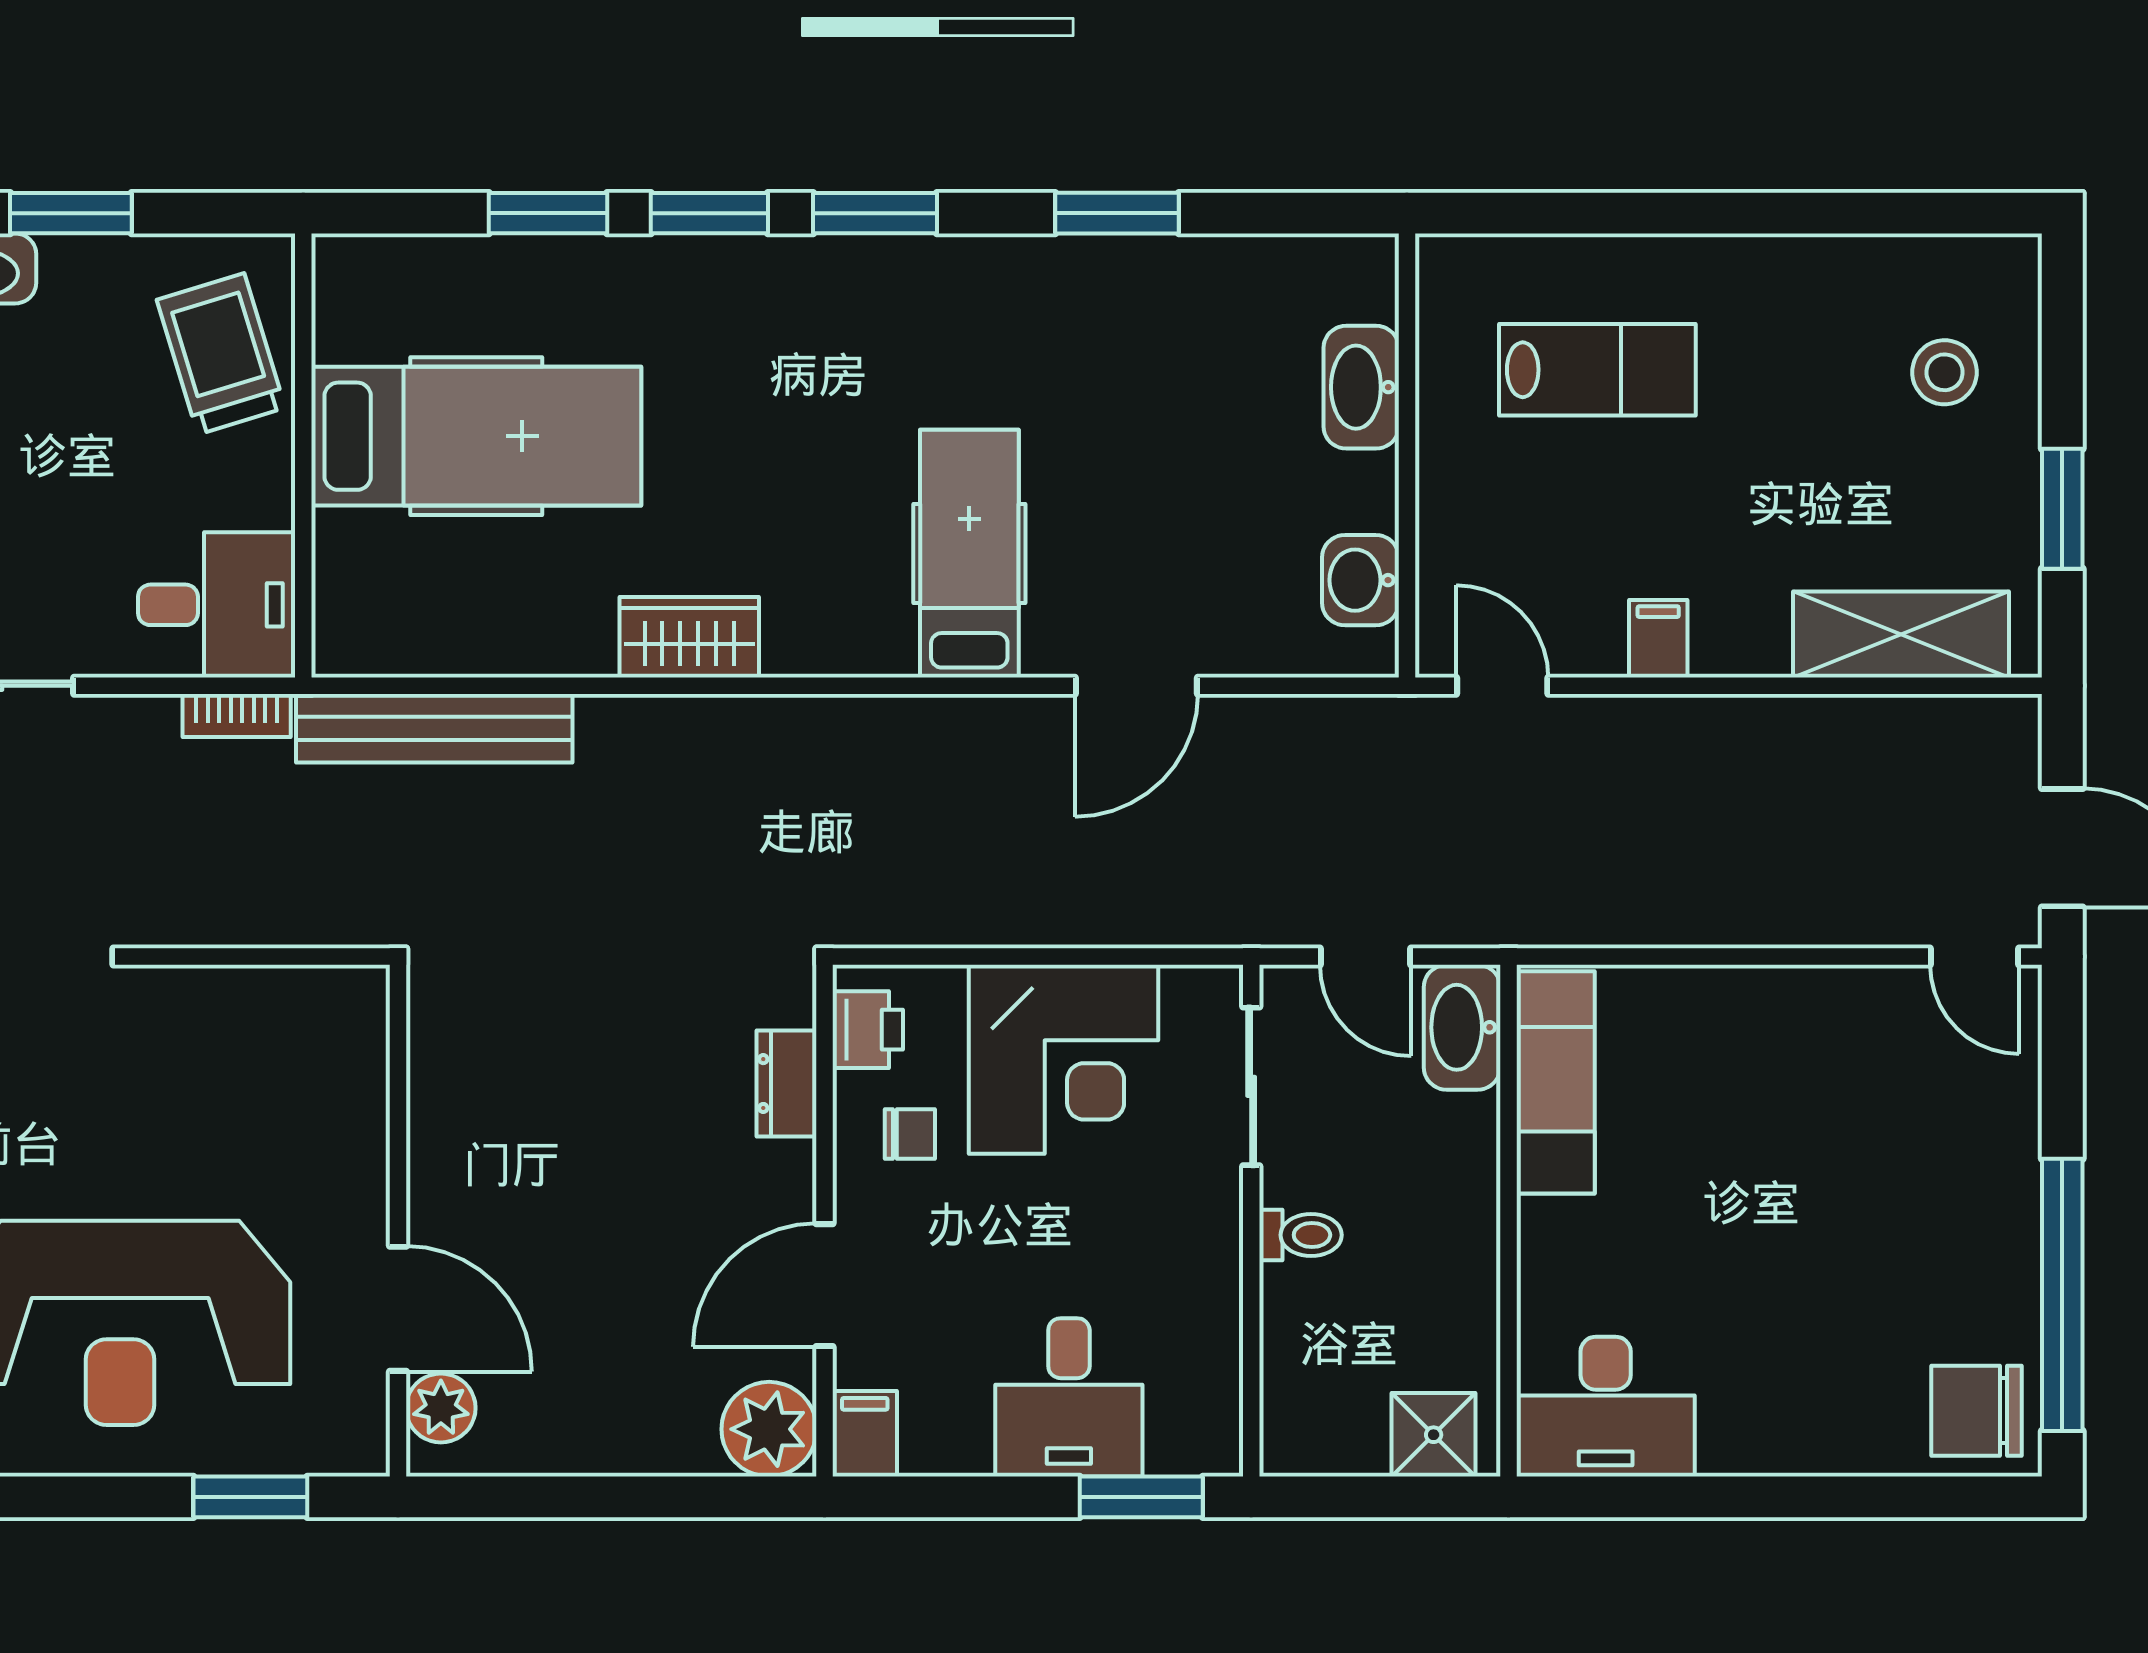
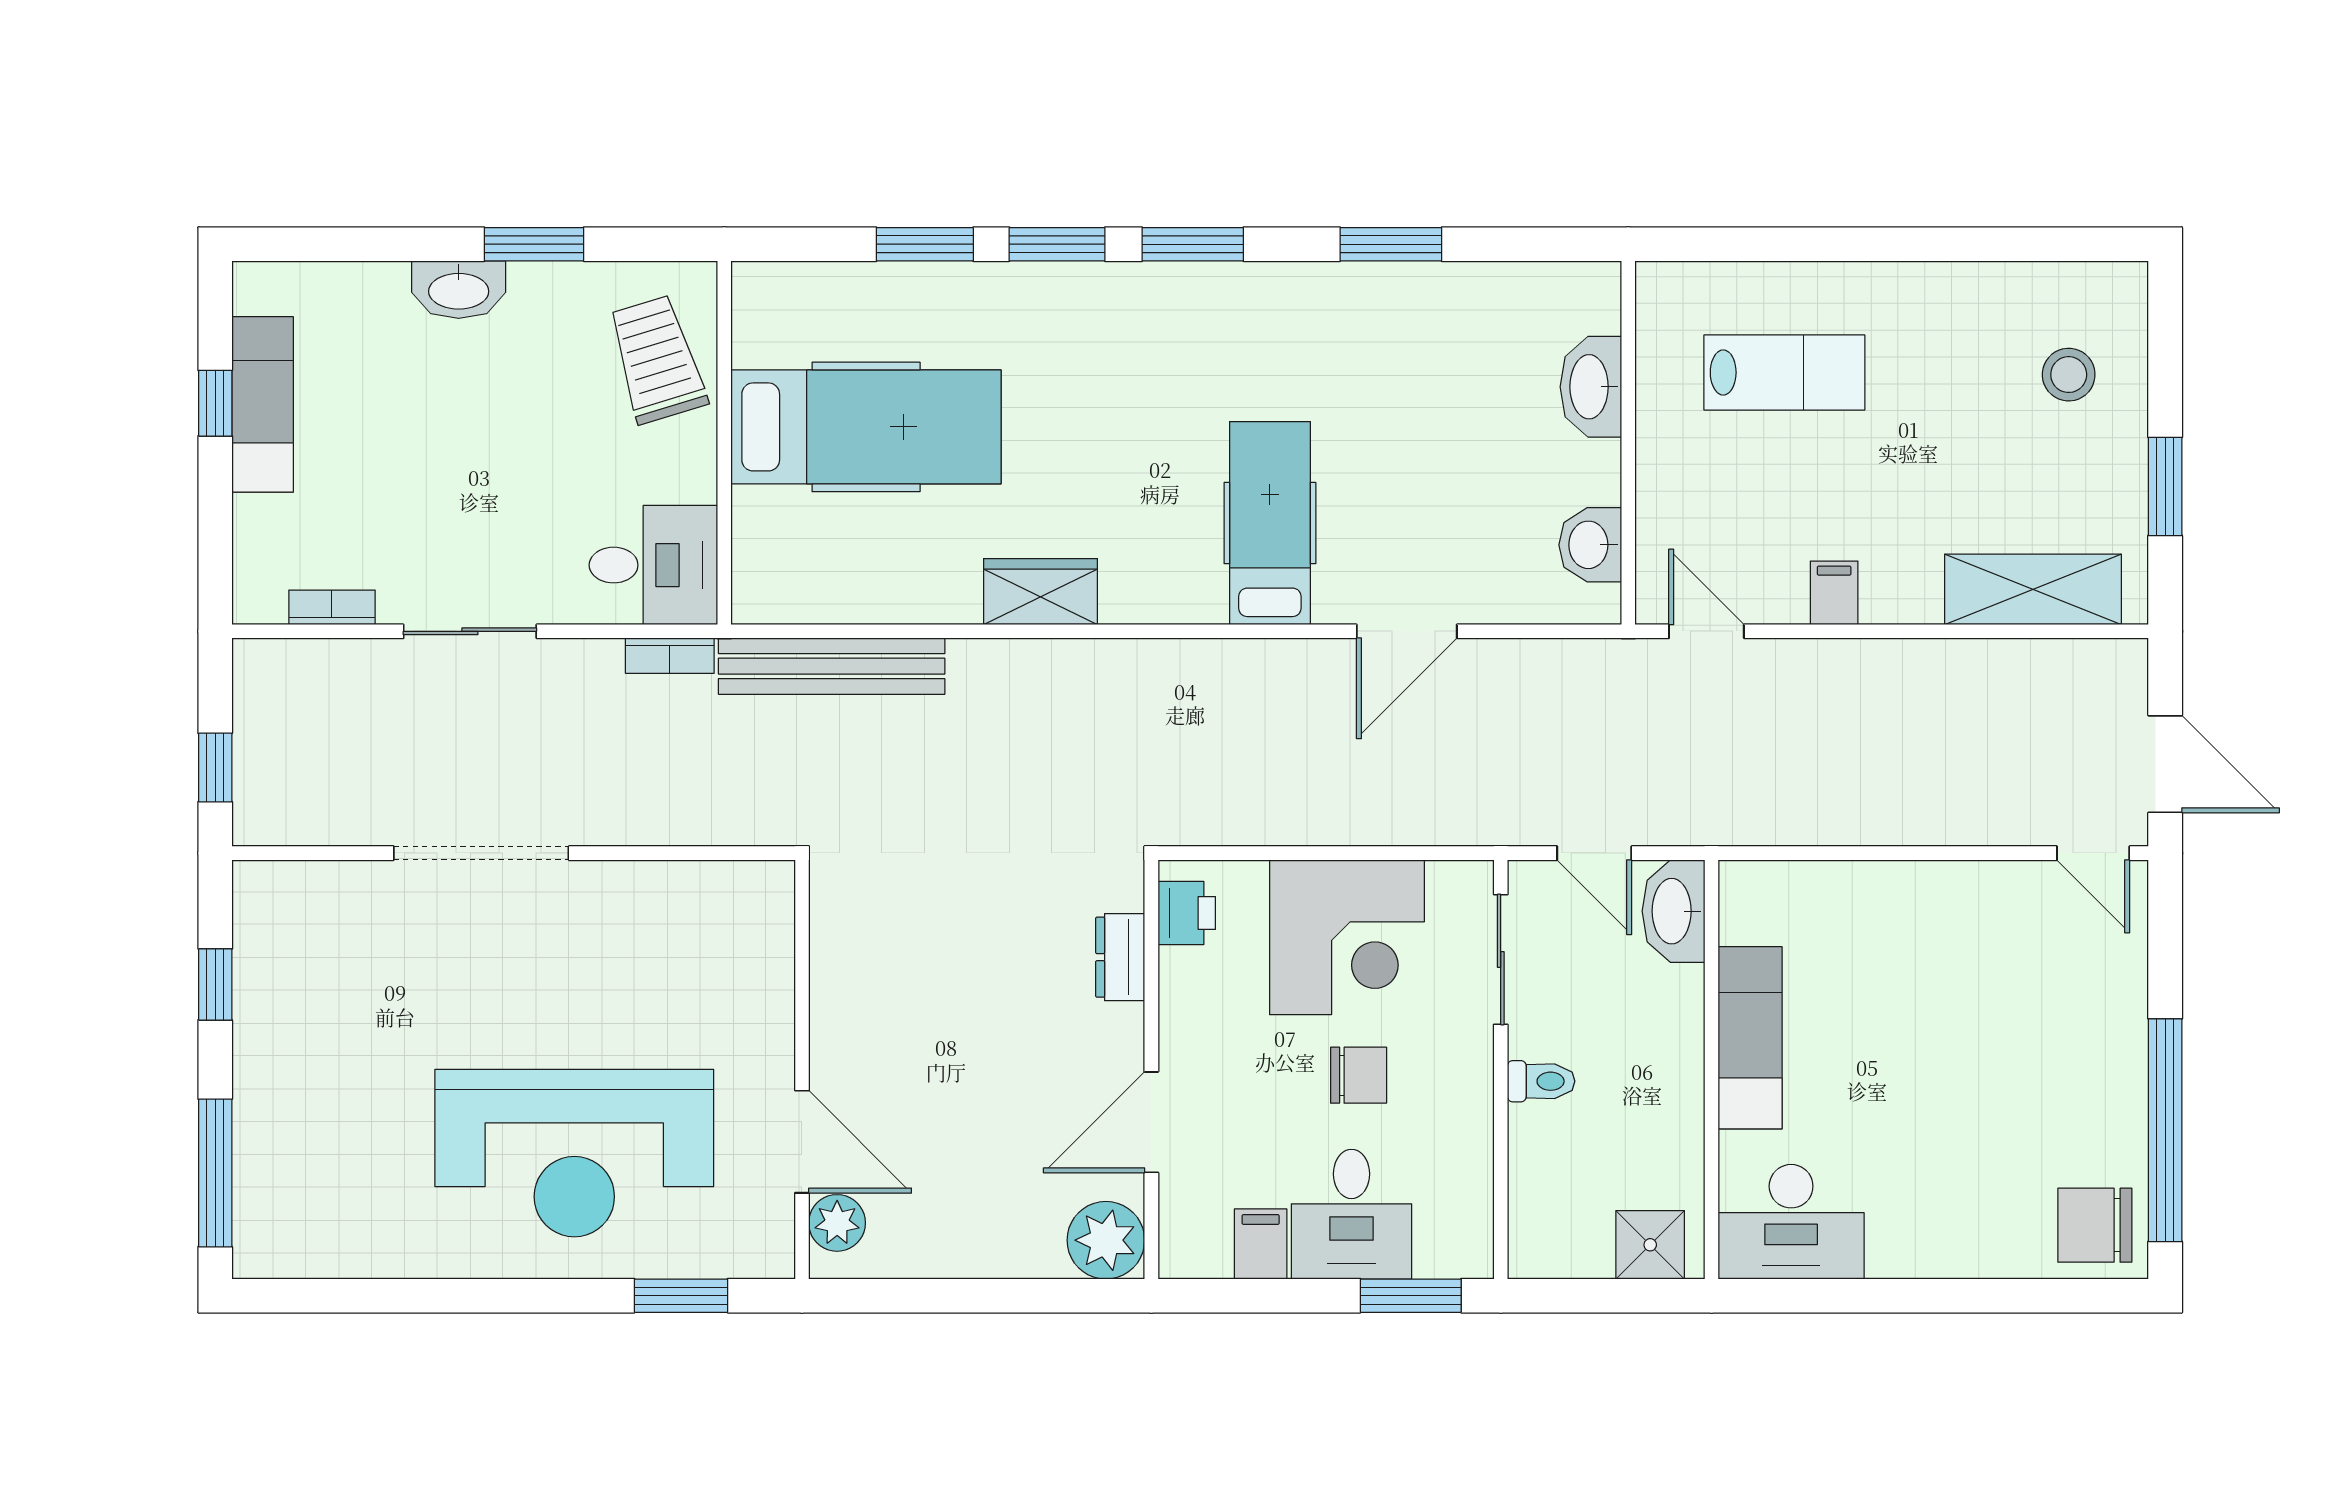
exam couch: (1556, 1082) -> (1750, 1038), moved
chair: (910, 1134) -> (1359, 1075), moved, width x1.37, depth x1.37
filing cabinet: (865, 1434) -> (1261, 1244), moved

